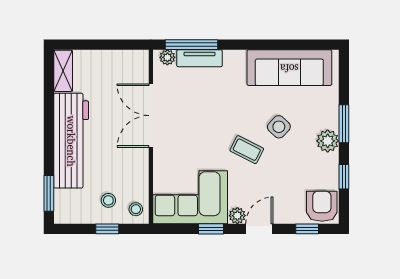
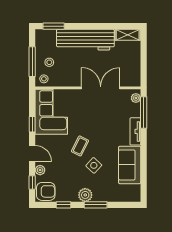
tv unit: (199, 58) -> (135, 131), moved
sofa: (289, 68) -> (130, 165), width x0.73
plant: (237, 216) -> (40, 170), moved
window: (107, 229) -> (32, 62), width x2.17

